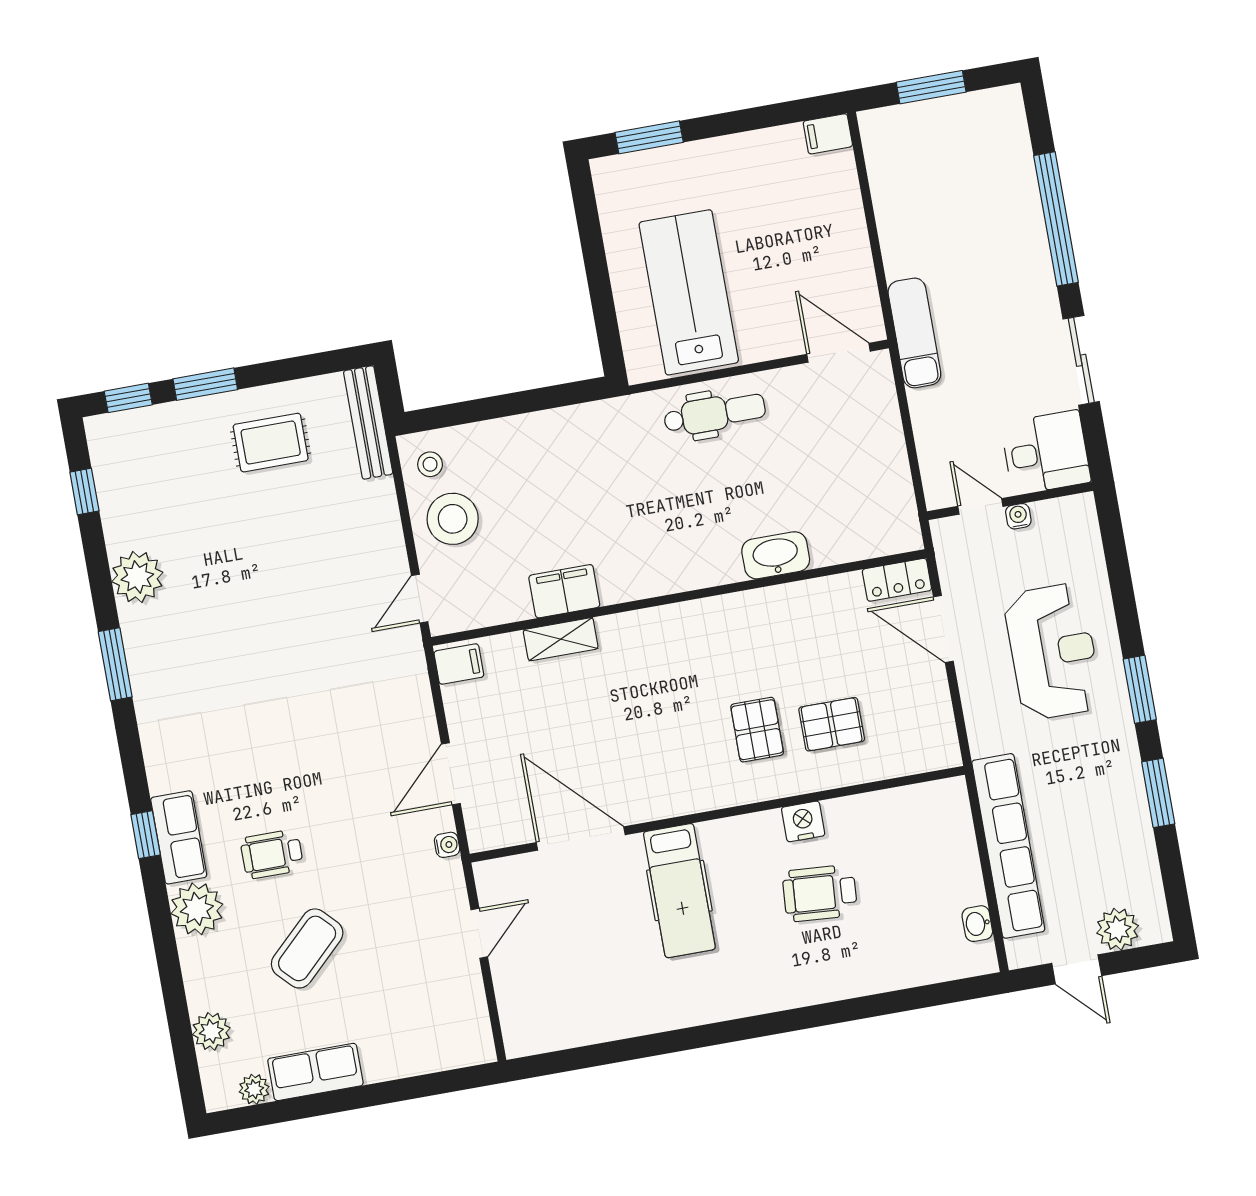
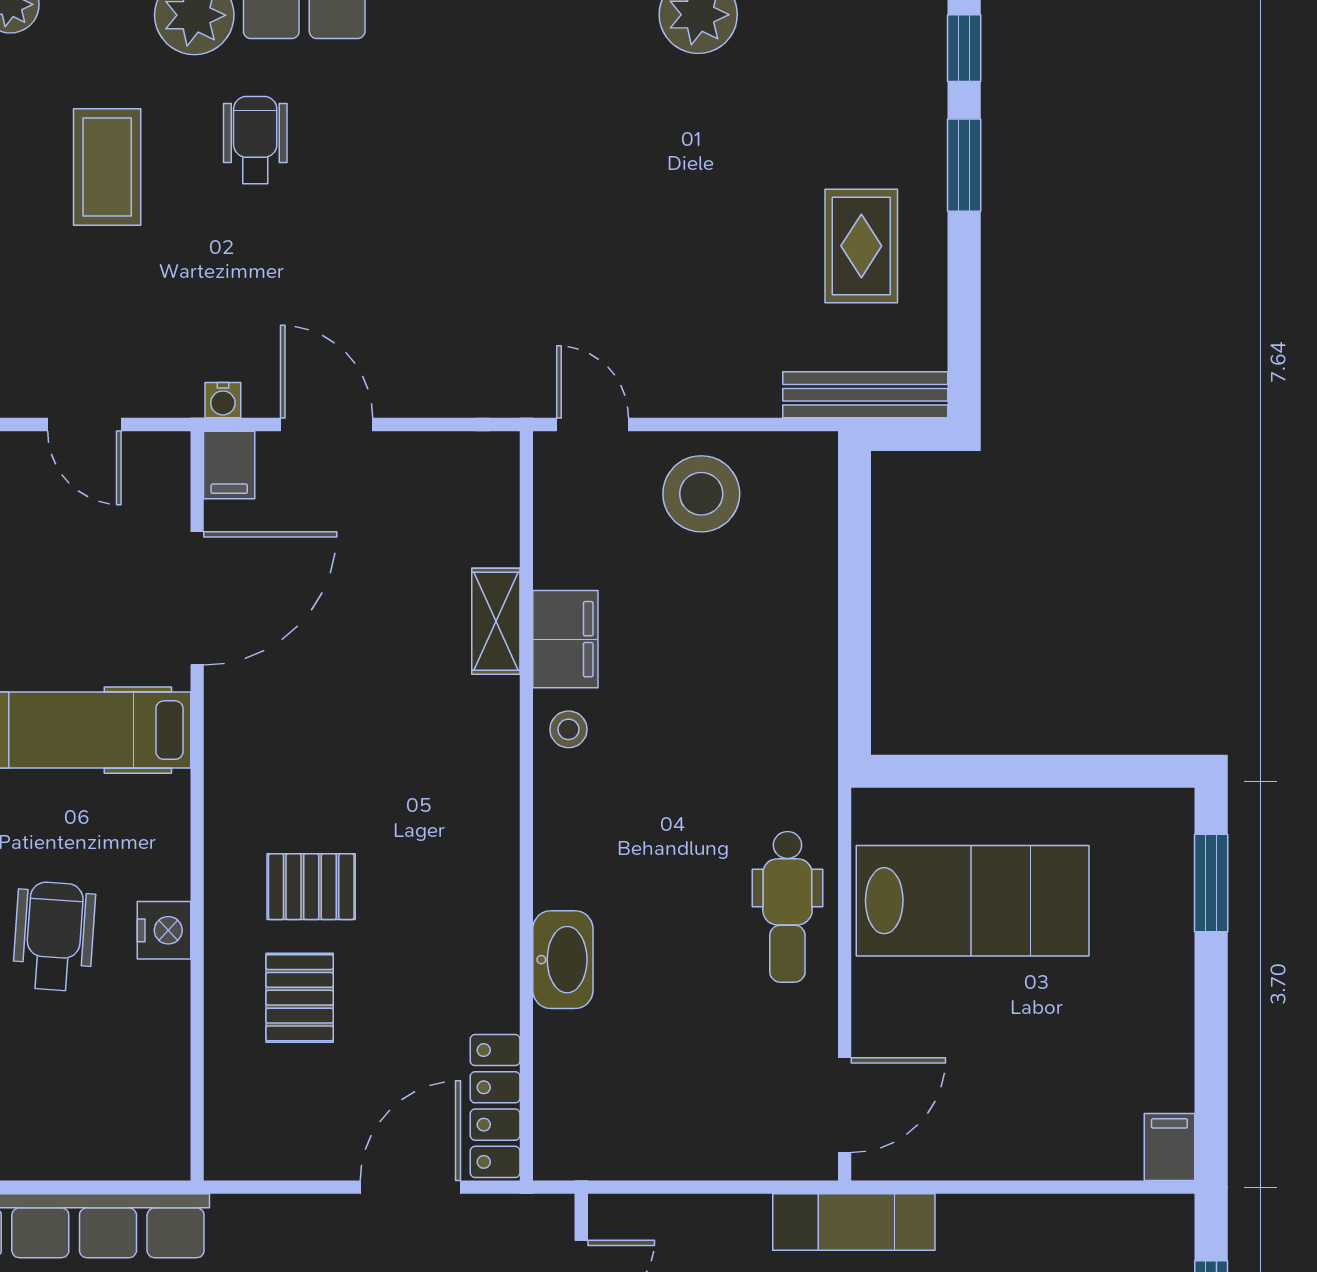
stool: (430, 464) -> (568, 729), moved
locker: (897, 580) -> (495, 1106), width x1.53
filing cabinet: (459, 664) -> (229, 465), moved
coffee table: (307, 948) -> (107, 167), turned 44

